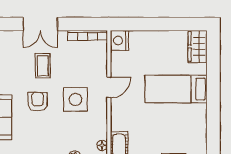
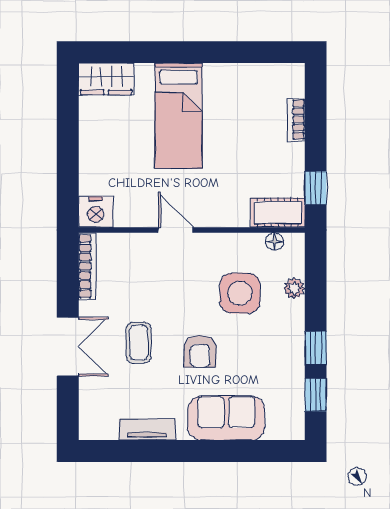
coffee table: (43, 66) -> (139, 343), turned 90
side table: (75, 99) -> (240, 293), moved
armchair: (38, 102) -> (200, 351), turned -90

